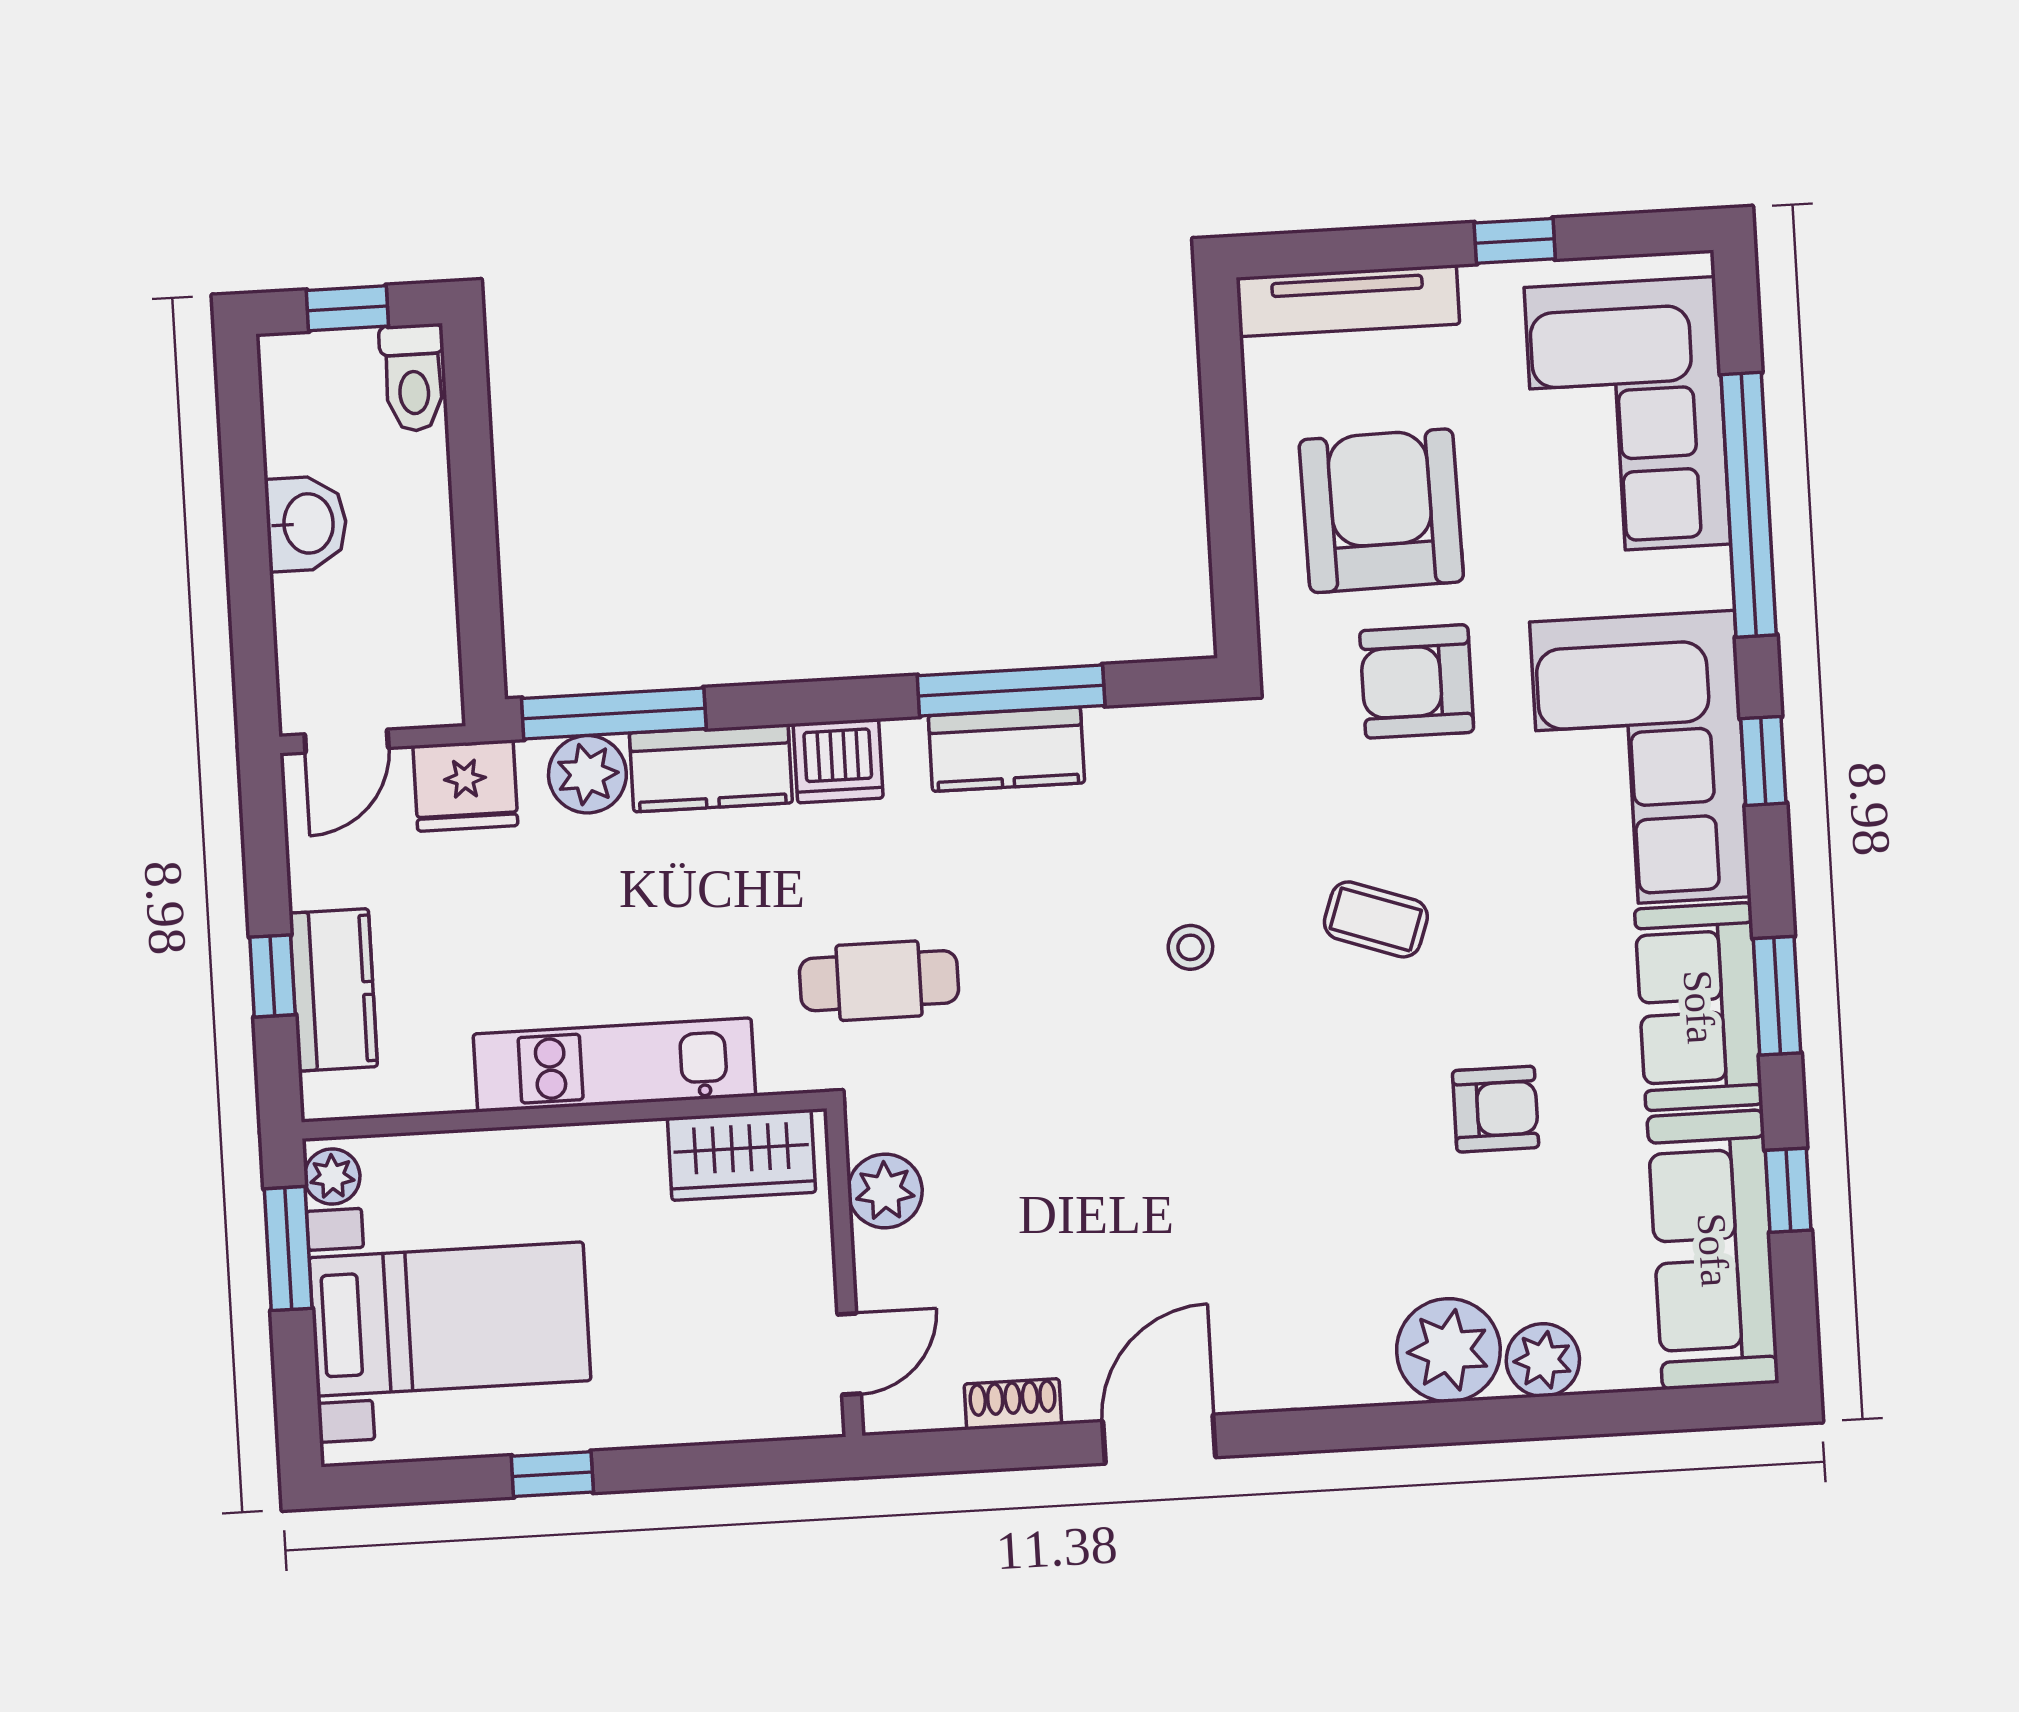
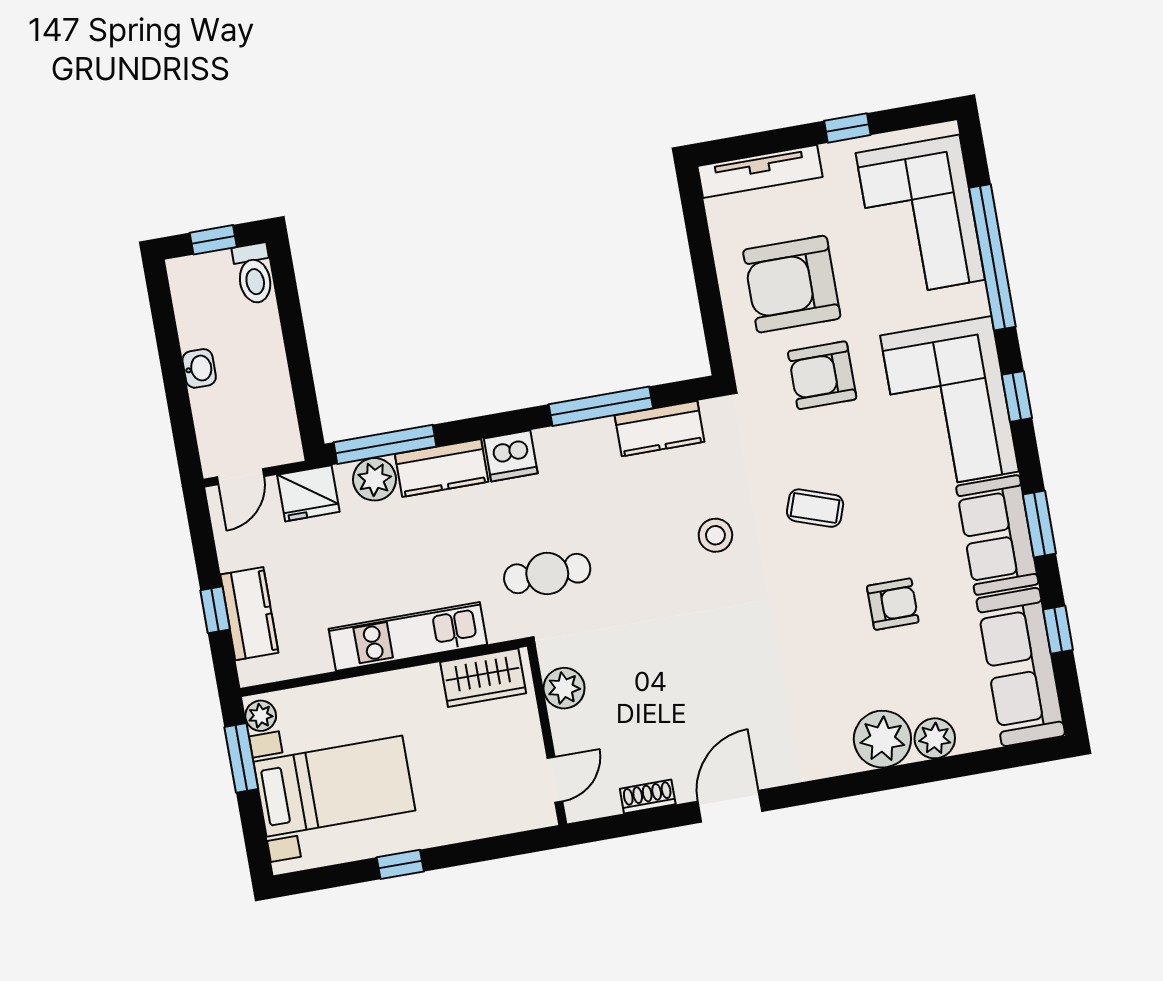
armchair: (1381, 511) -> (792, 284), turned -89
washbasin: (306, 524) -> (199, 368), width x0.72, depth x0.69
kitchen counter: (1006, 749) -> (660, 429), moved
stool: (1190, 947) -> (715, 535), width x1.37, depth x1.37

